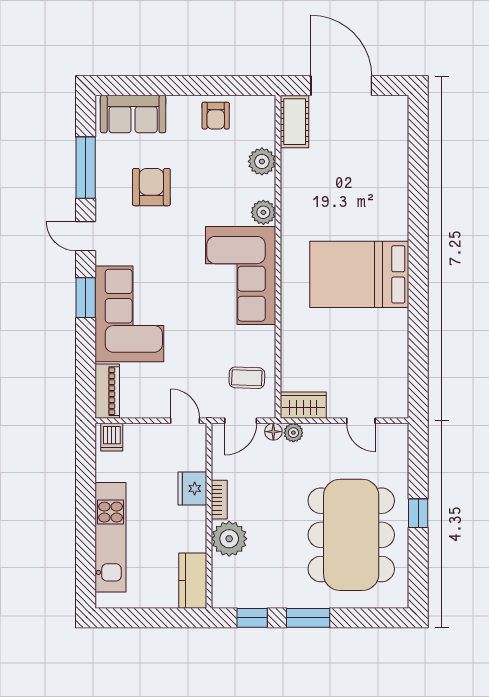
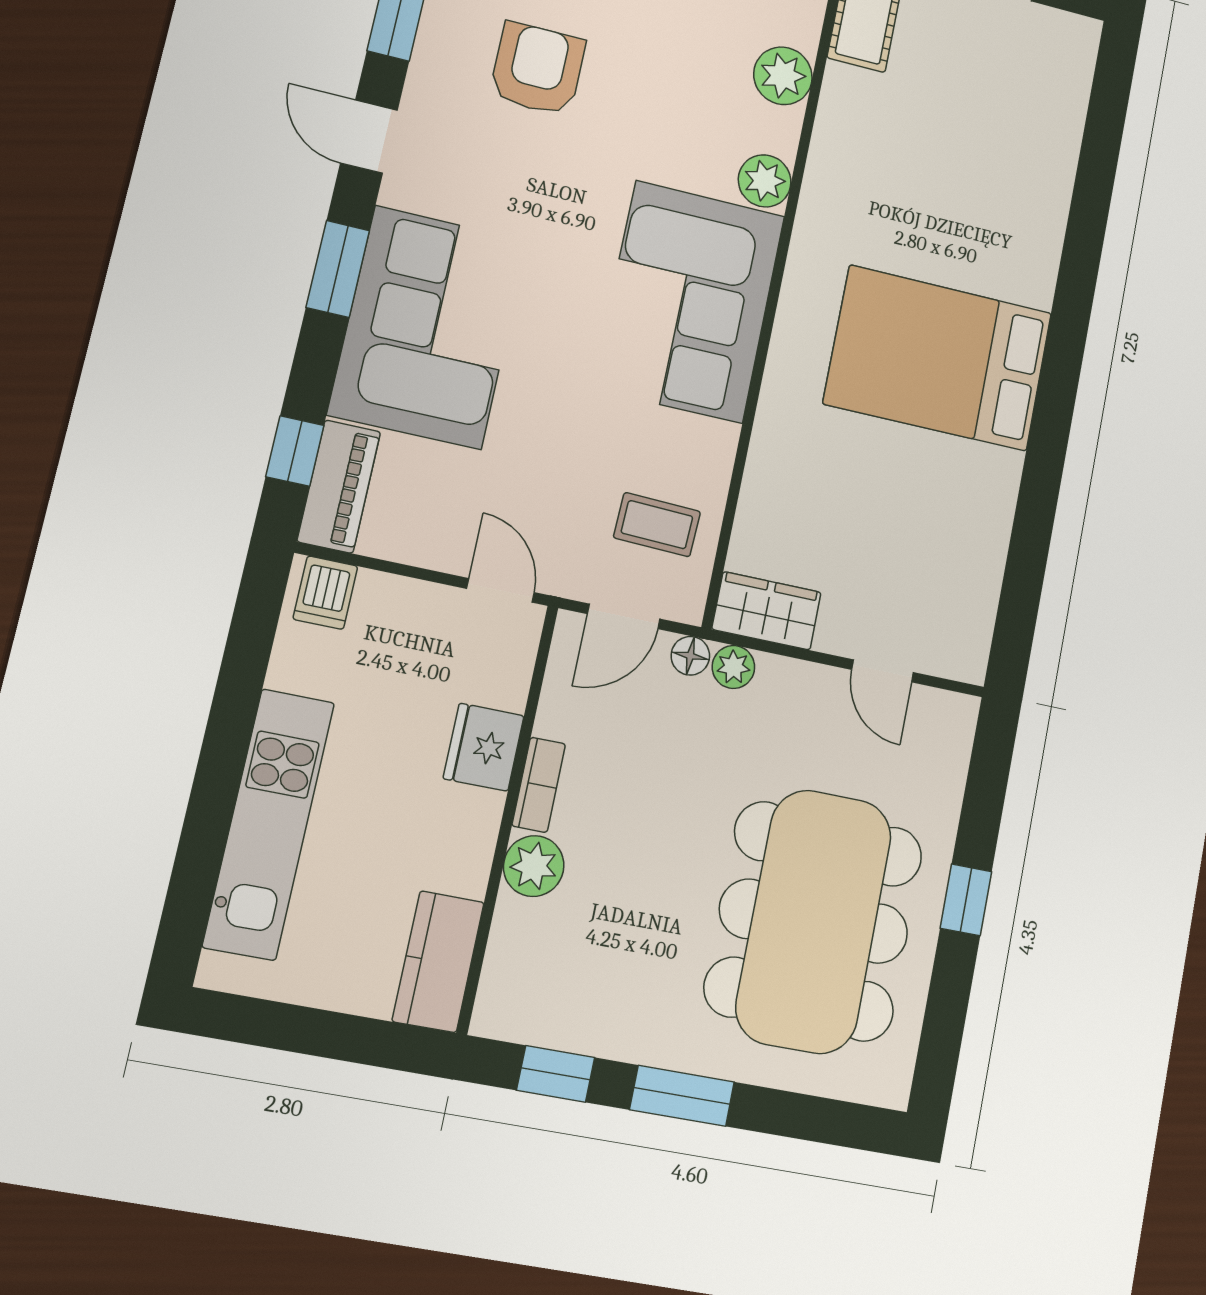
window: (86, 380) -> (295, 451), added
plant: (229, 539) -> (534, 866), width x0.73, depth x0.73

